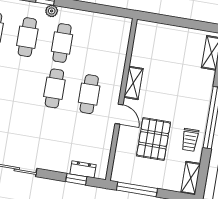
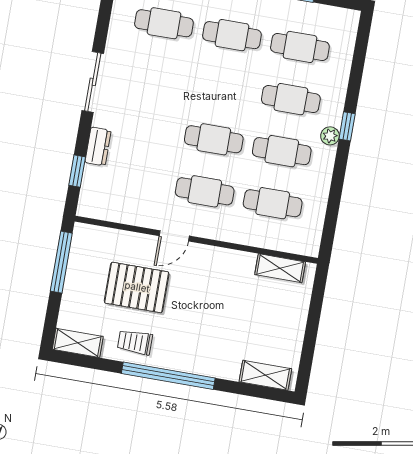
cafe table: (97, 49) -> (273, 203), added
shelving: (133, 83) -> (280, 268), moved
dresser: (83, 169) -> (98, 146), moved

